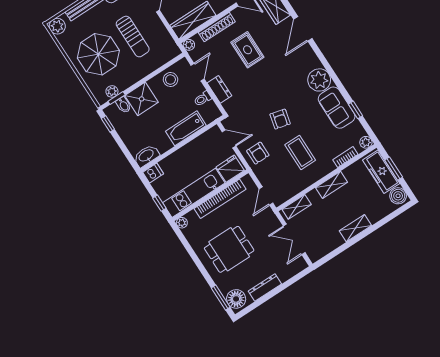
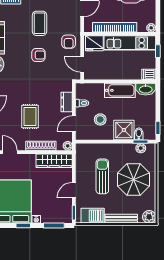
stool: (170, 80) -> (100, 119), moved
armchair: (280, 119) -> (38, 55), turned 76
bathtub: (186, 128) -> (120, 90), moved
armchair: (258, 153) -> (69, 42), turned 180

